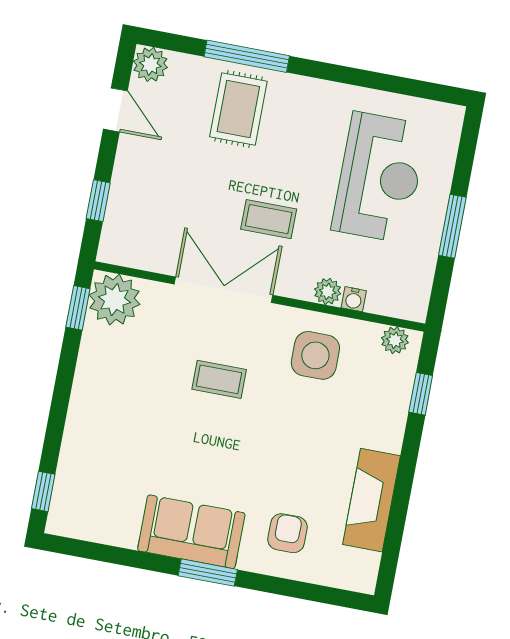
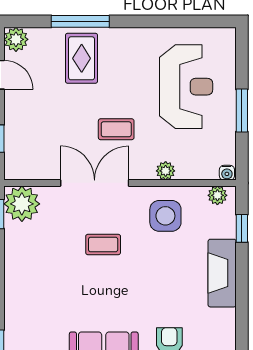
water cooler: (354, 299) -> (227, 173), moved
fireplace: (371, 500) -> (222, 273), moved

